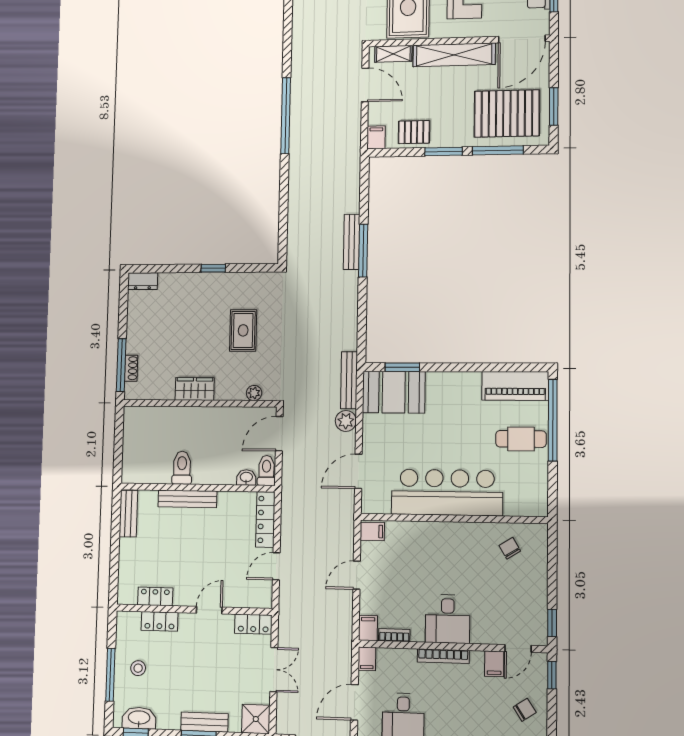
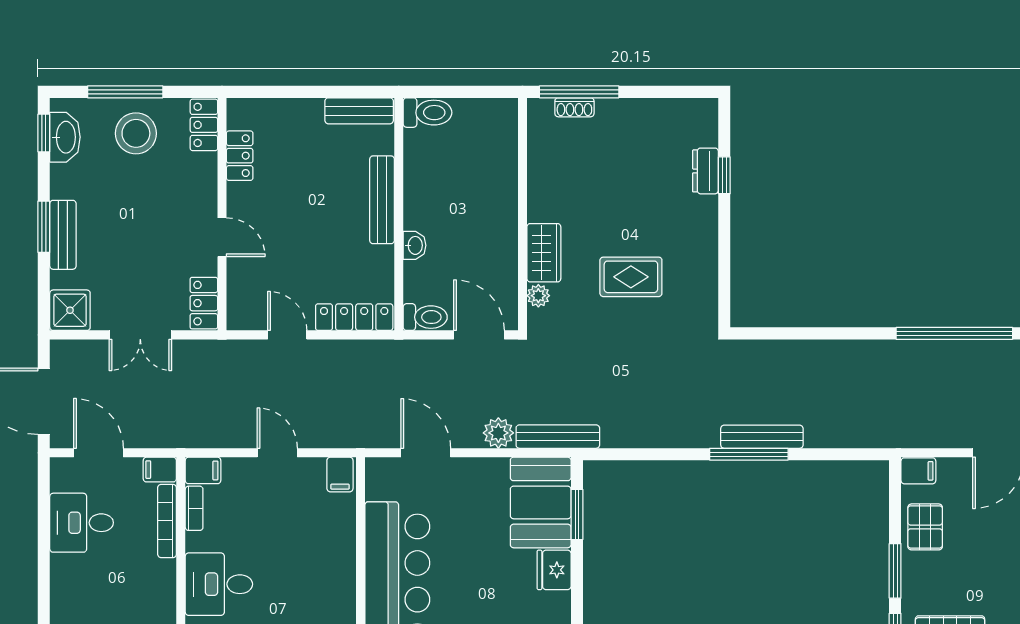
window: (213, 268) -> (724, 175), moved
dresser: (143, 281) -> (705, 171), moved
fridge: (440, 383) -> (554, 570), added
wardrobe: (195, 389) -> (544, 253), moved
toilet: (182, 468) -> (428, 113), moved
washbasin: (246, 477) -> (415, 245), moved
locker: (160, 621) -> (204, 125), moved
bookcase: (443, 656) -> (167, 521), moved
stool: (138, 668) -> (136, 133), width x1.89, depth x1.89

